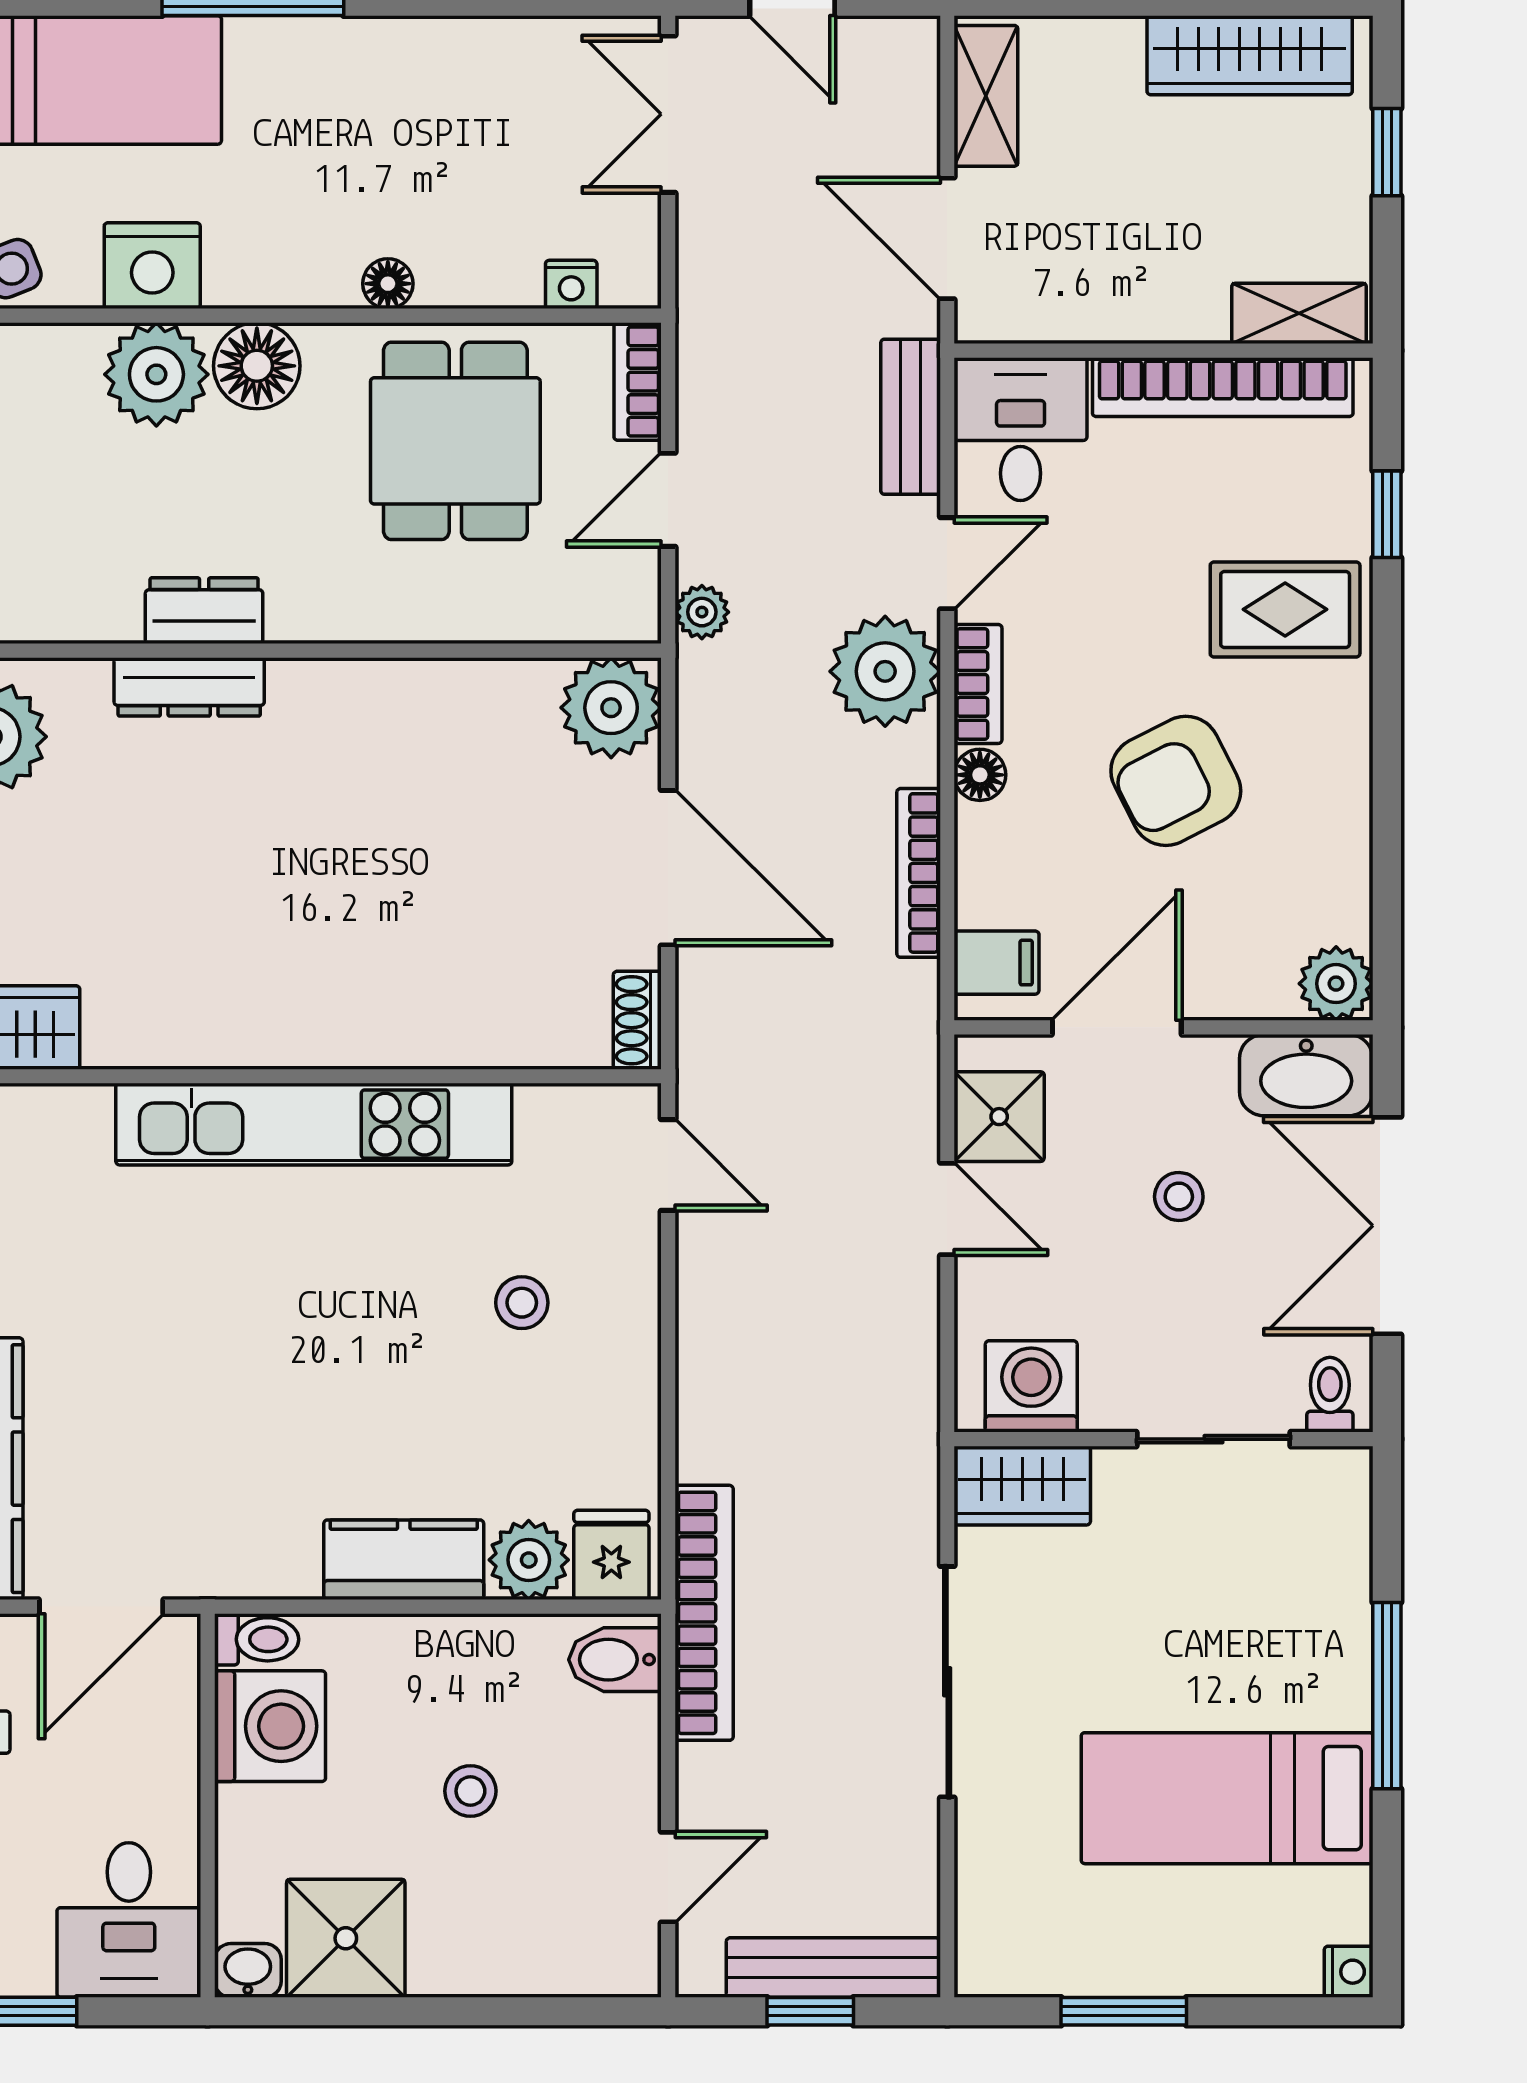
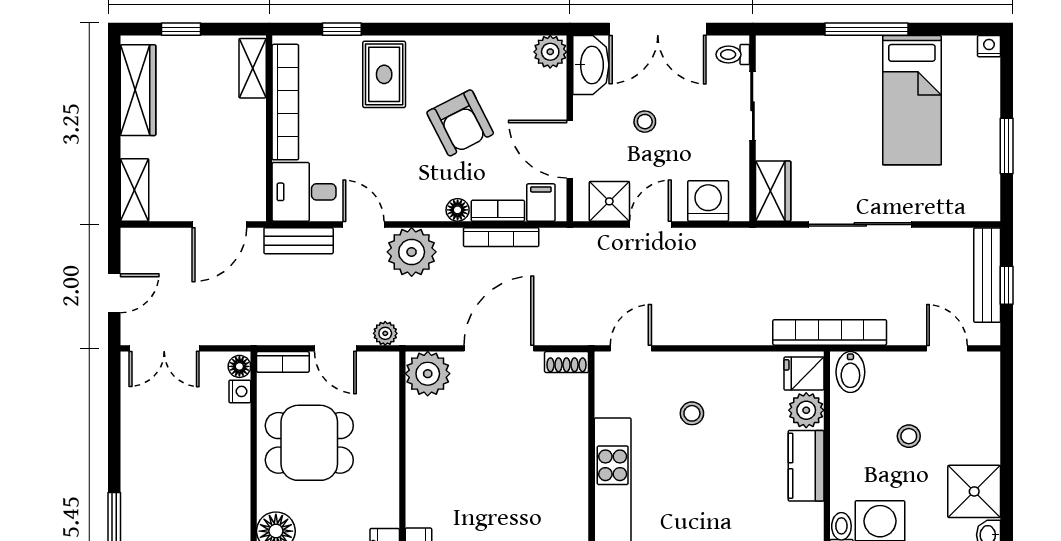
shelving: (986, 96) -> (134, 190), moved, turned 90
floor lamp: (388, 284) -> (239, 366), moved
bookcase: (978, 684) -> (498, 211), moved
washing machine: (1031, 1386) -> (708, 201), moved, turned 90

